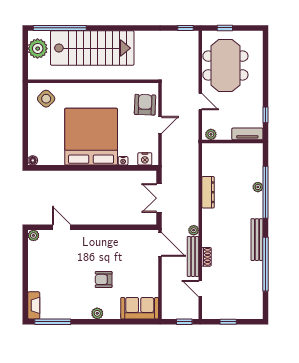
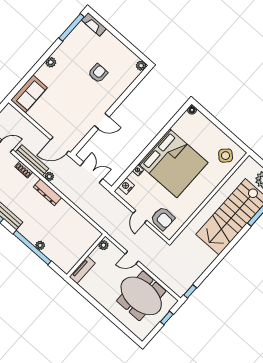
window: (265, 115) -> (84, 293), removed
dresser: (208, 192) -> (48, 192), moved
door: (61, 227) -> (102, 121), moved
armchair: (104, 279) -> (98, 73), moved

